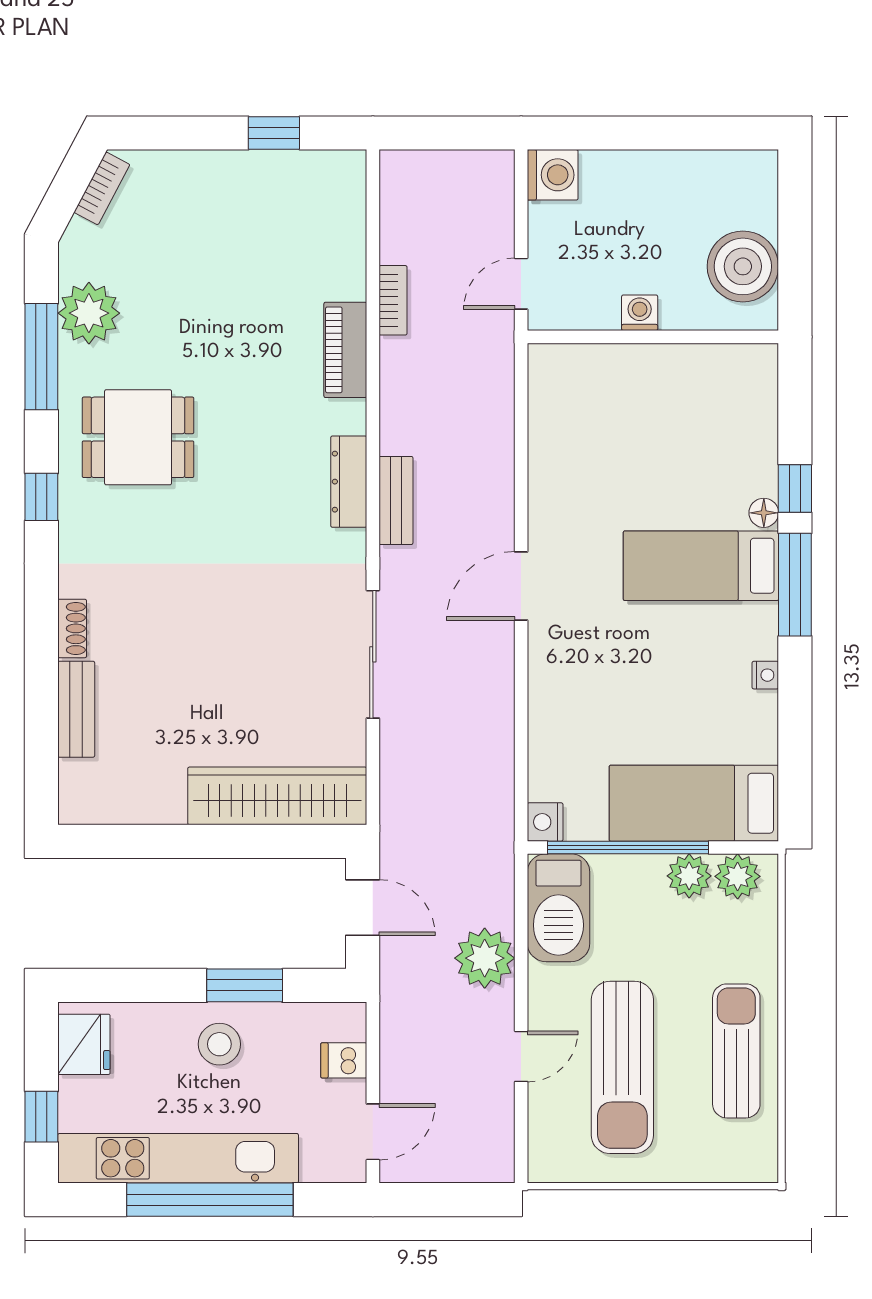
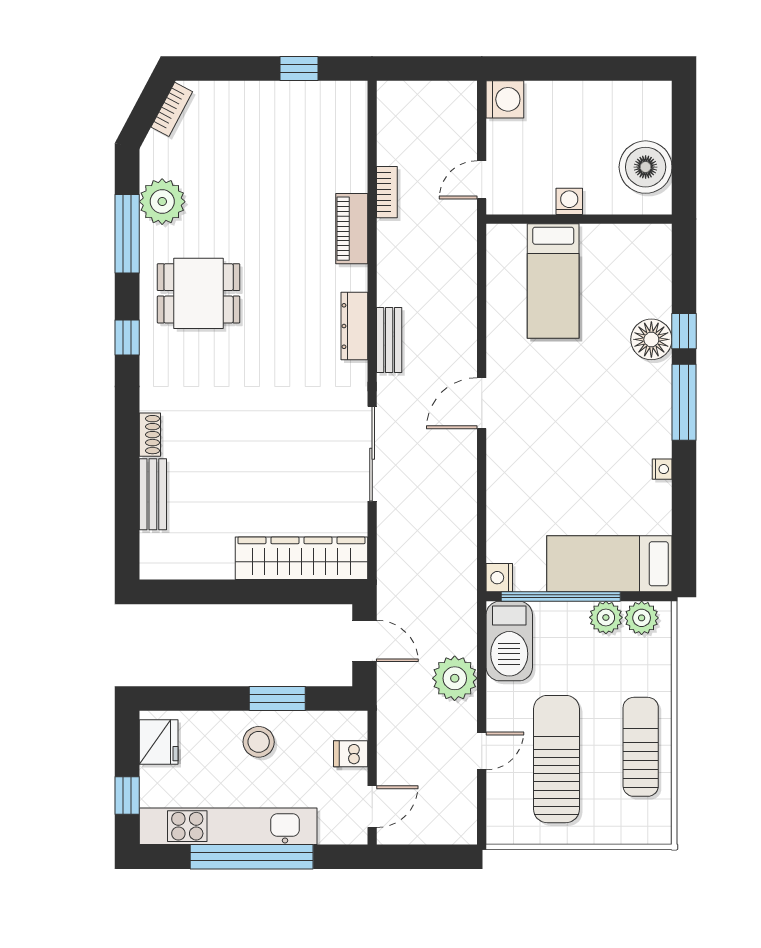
floor lamp: (764, 513) -> (651, 339), width x1.89, depth x1.89
bed: (701, 566) -> (553, 281), moved, turned -90
sun lounger: (622, 1067) -> (556, 759), turned 180

